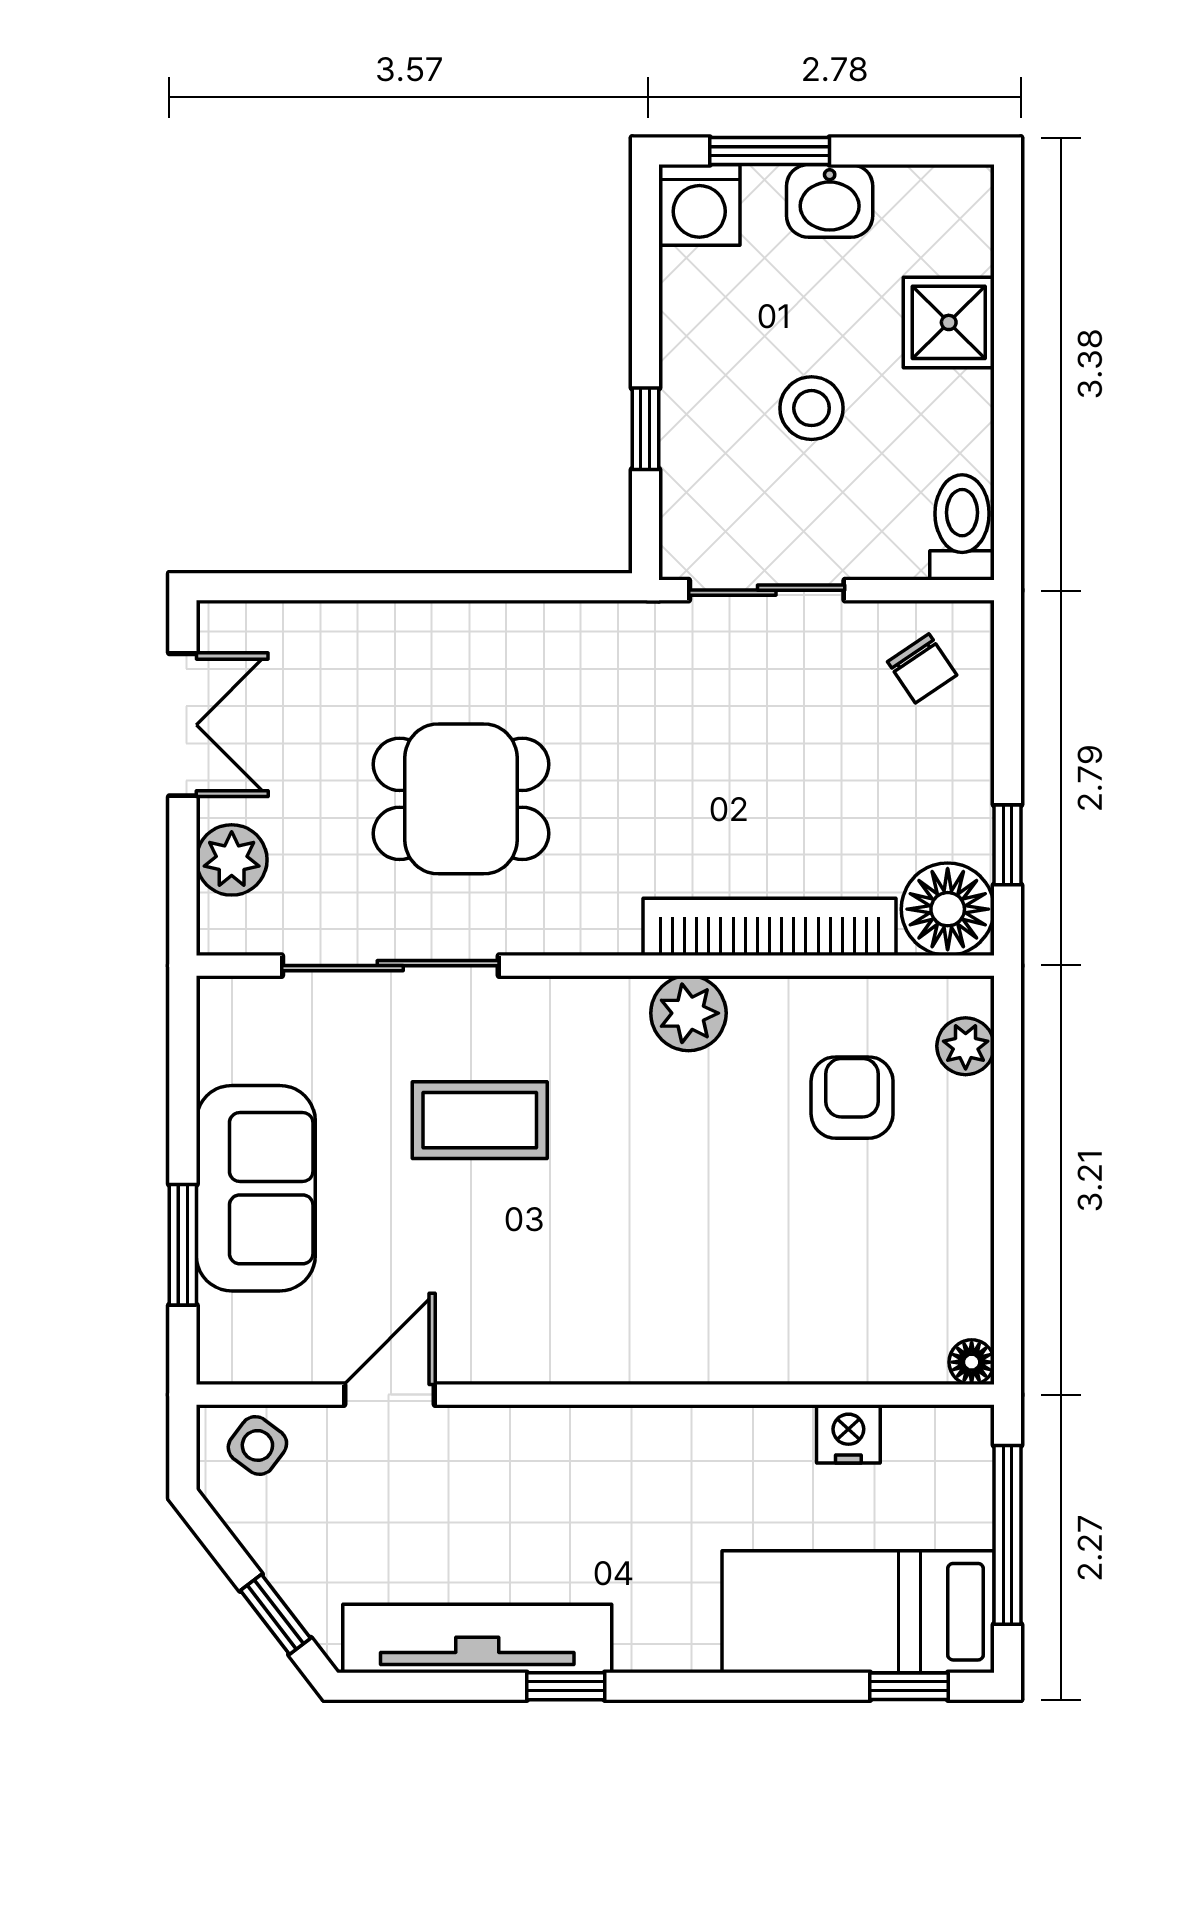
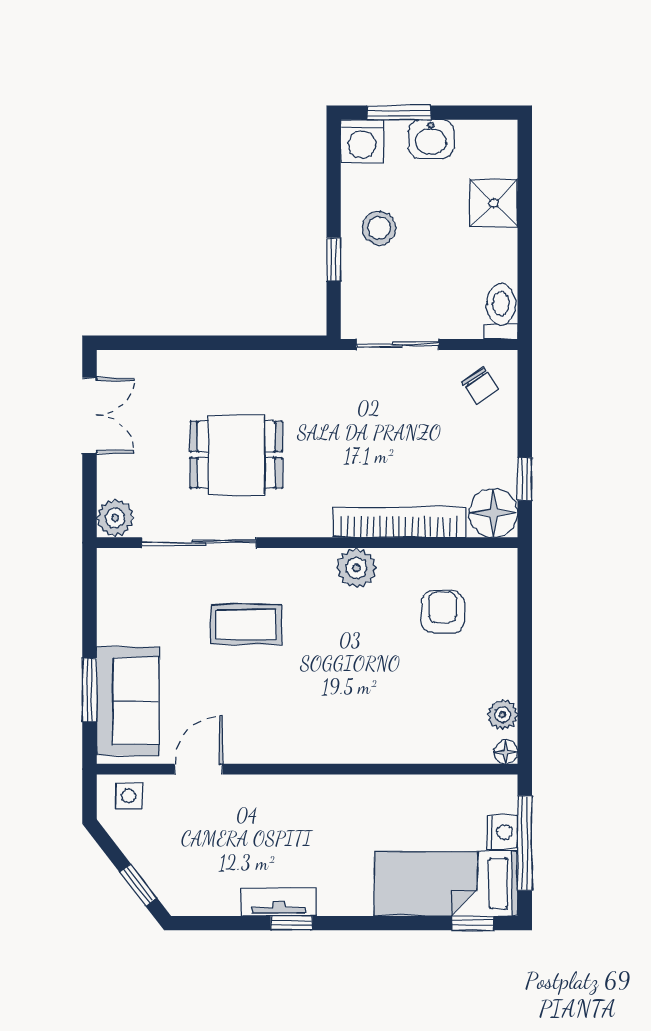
stool: (812, 408) -> (379, 228), moved
plant: (232, 860) -> (115, 518), moved
plant: (966, 1046) -> (503, 715), moved
sofa: (256, 1188) -> (128, 701), moved
nightstand: (848, 1434) -> (502, 832), moved, turned 90
side table: (257, 1445) -> (129, 796), turned -37
tv unit: (477, 1639) -> (279, 902), width x0.52, depth x0.78

